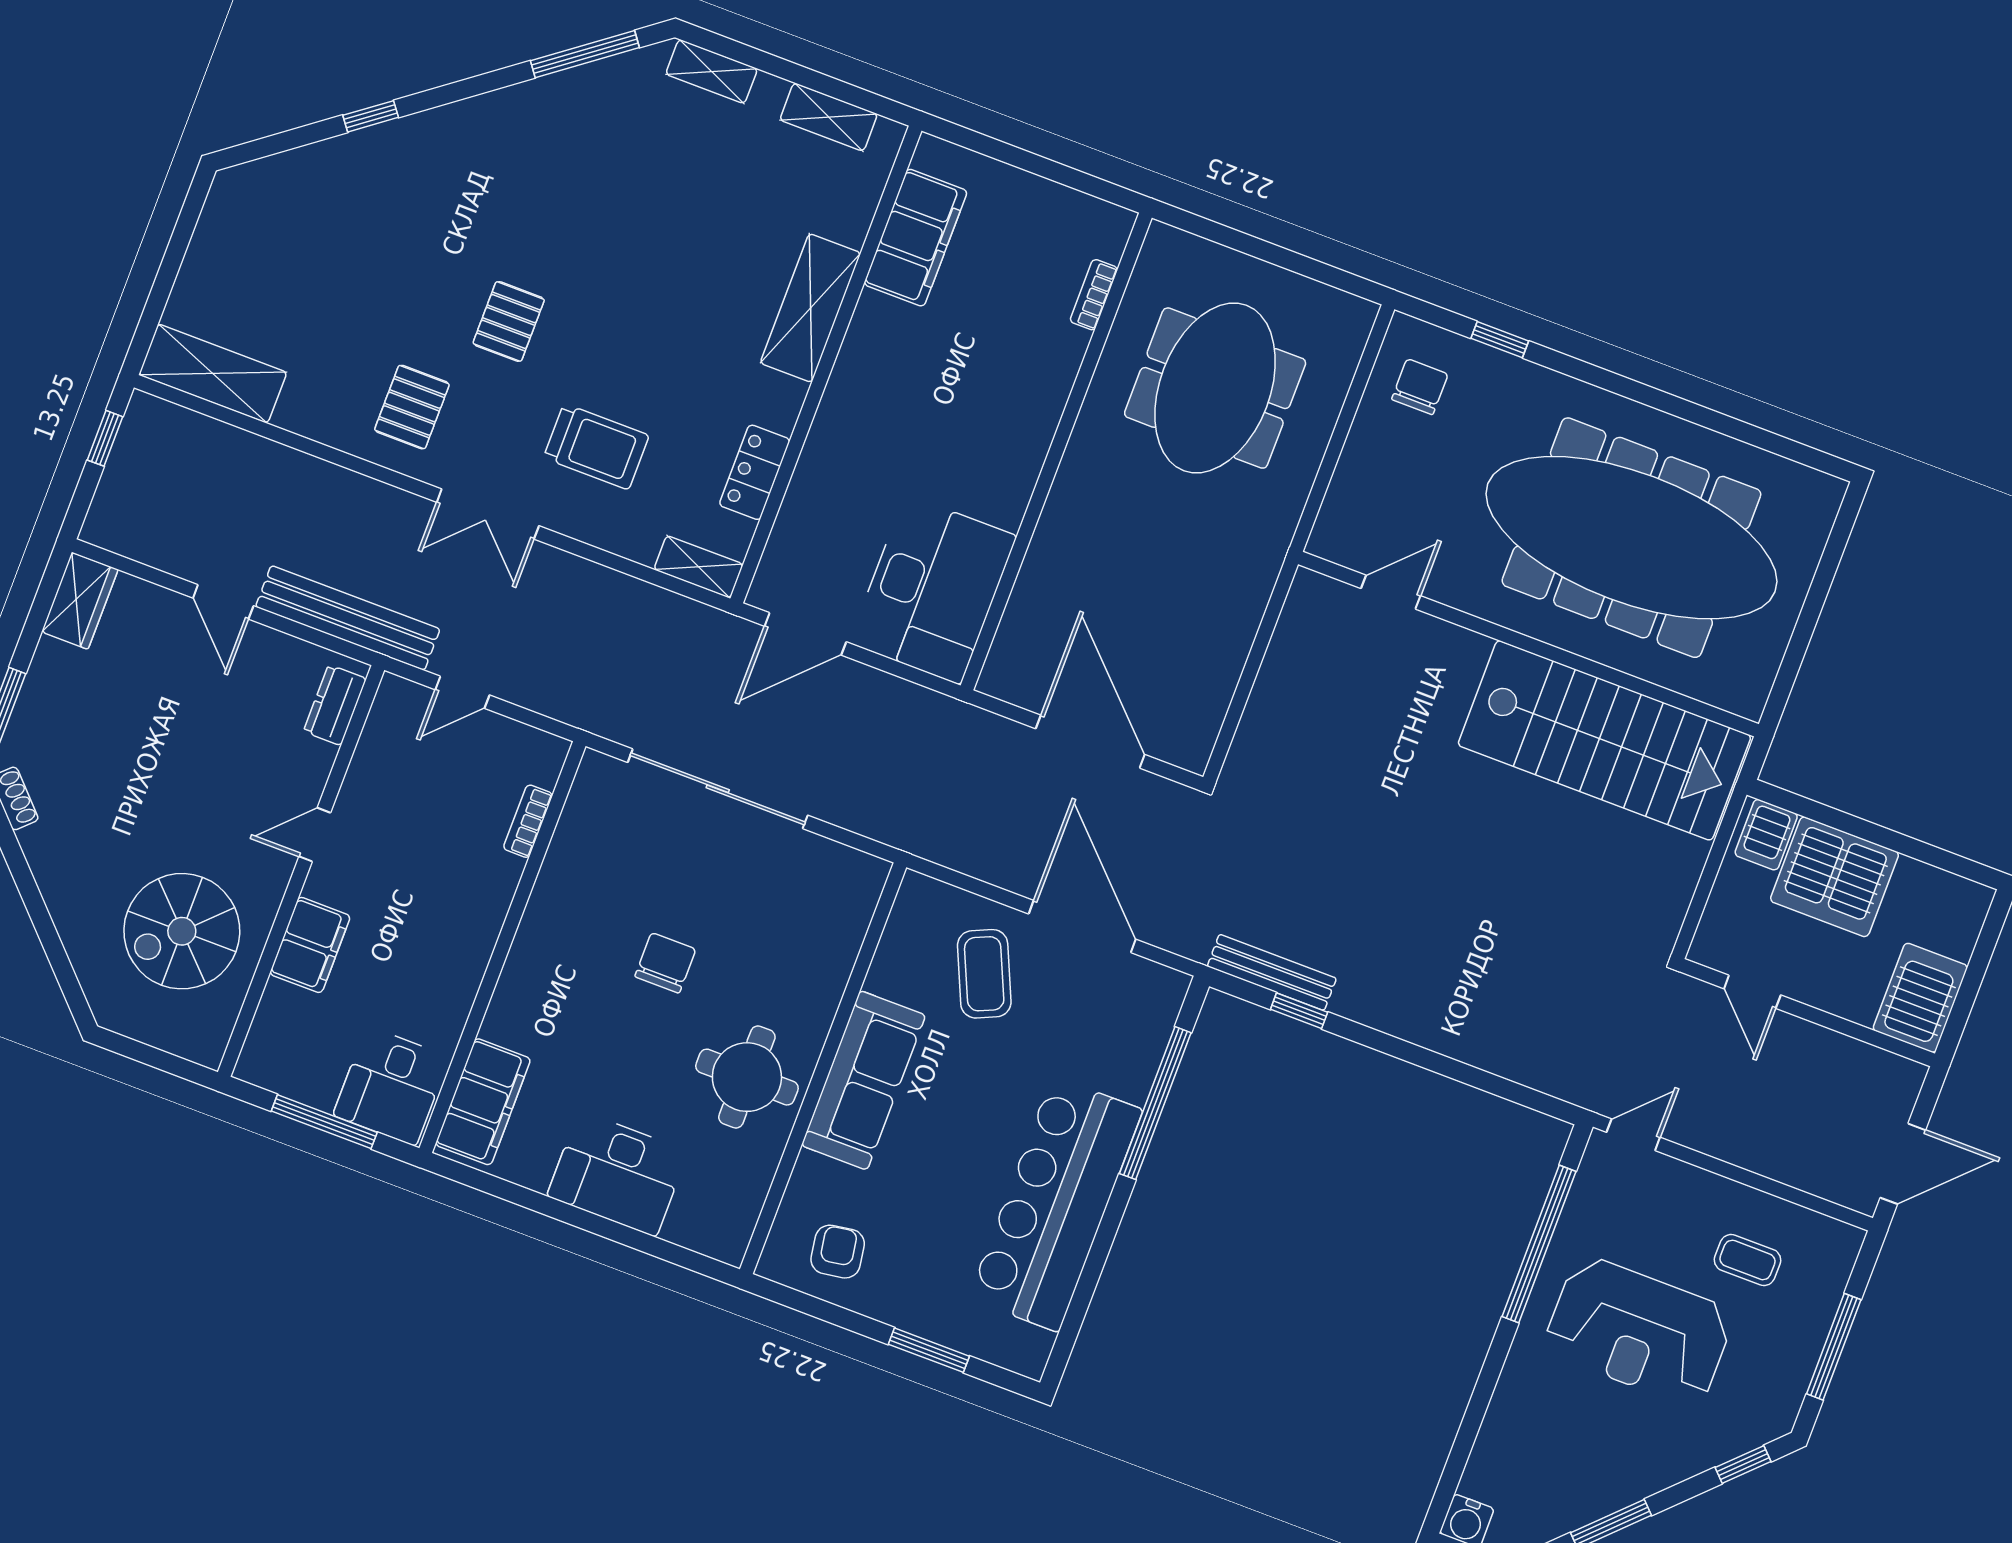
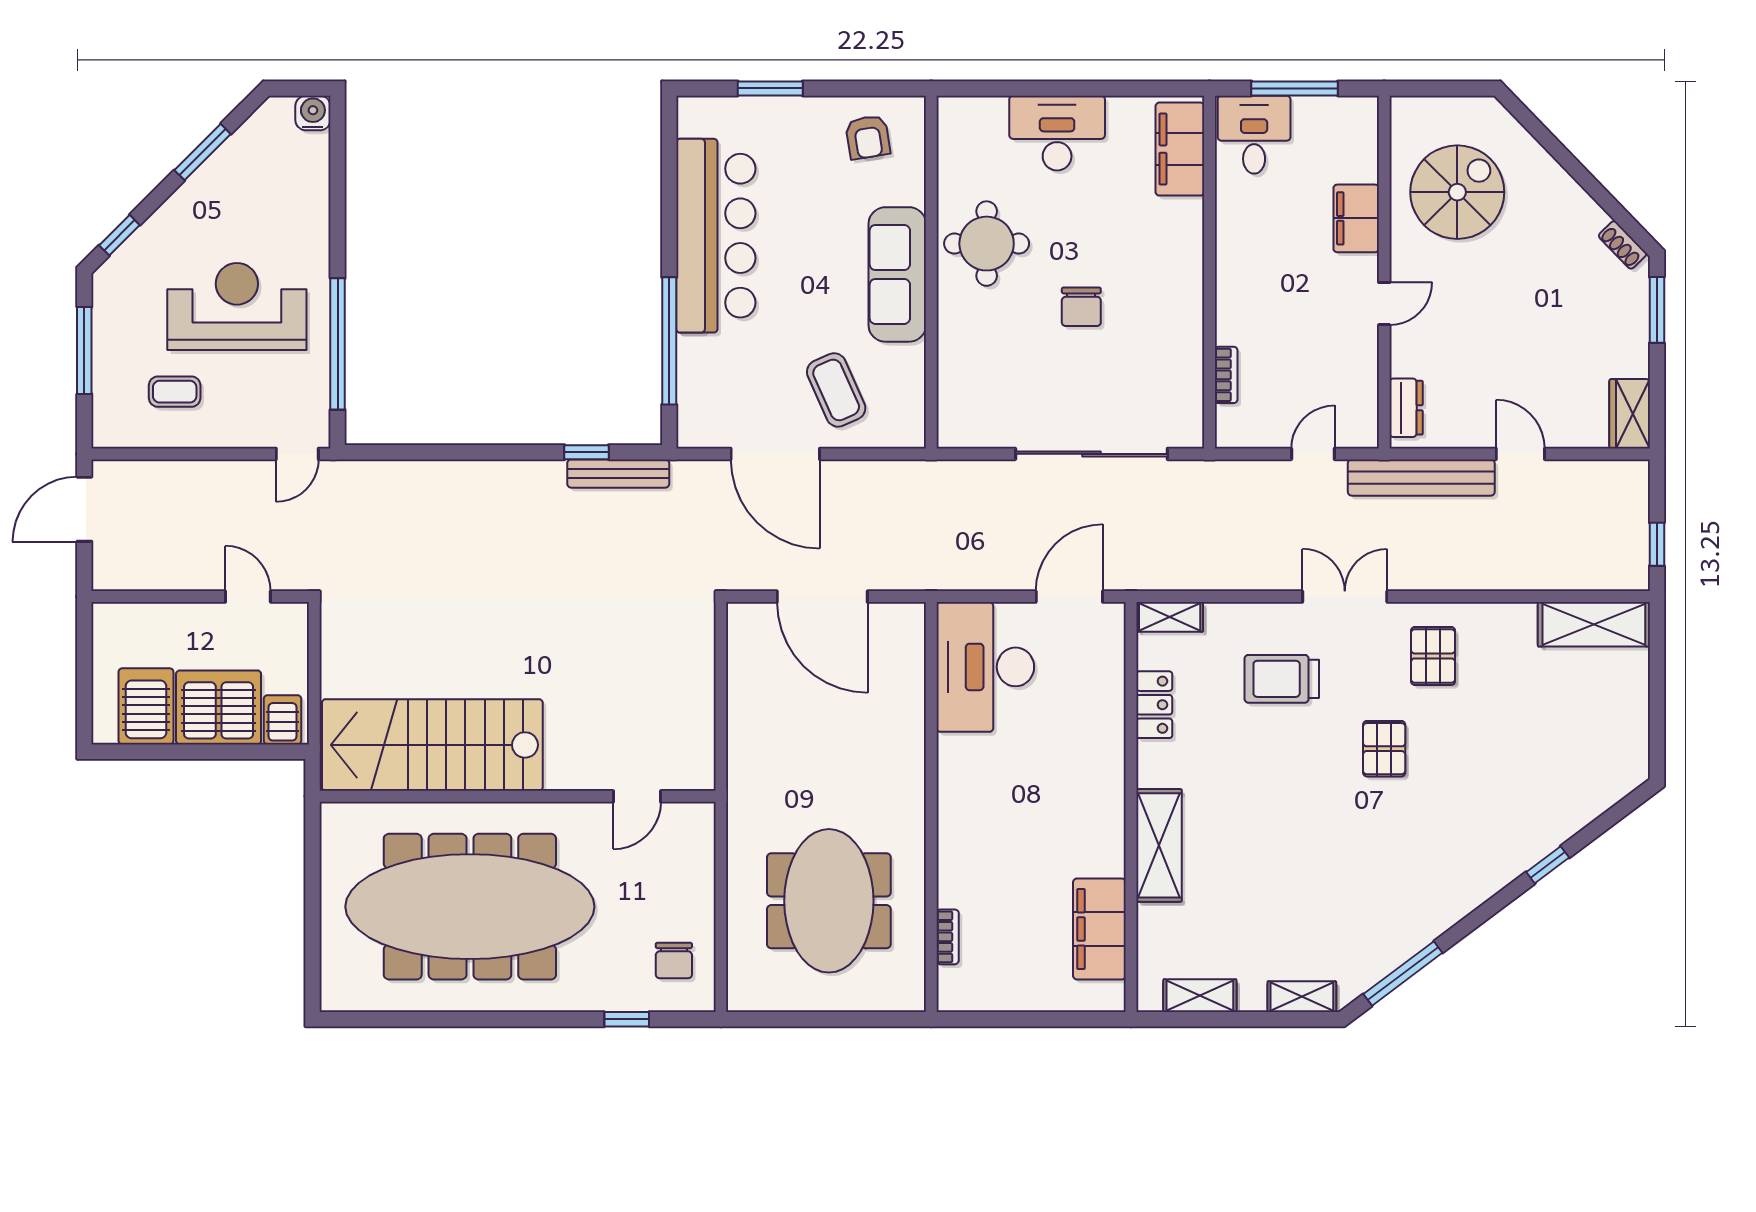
server rack: (1920, 998) -> (146, 706), moved, turned 180

